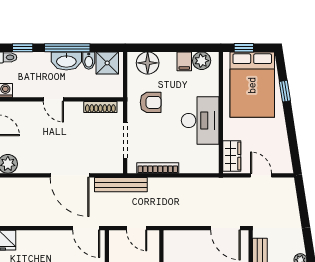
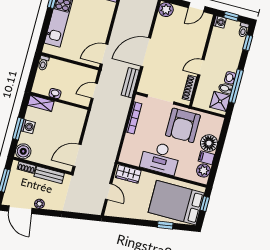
window: (67, 48) -> (236, 86), moved
washbasin: (66, 61) -> (230, 78), width x0.52, depth x0.69
floor lamp: (148, 63) -> (209, 143), moved
door: (53, 99) -> (201, 67), moved
armchair: (151, 102) -> (183, 125), width x1.88, depth x1.88
door: (261, 175) -> (109, 191), hinge flipped
bench: (121, 185) -> (130, 83), width x0.73

